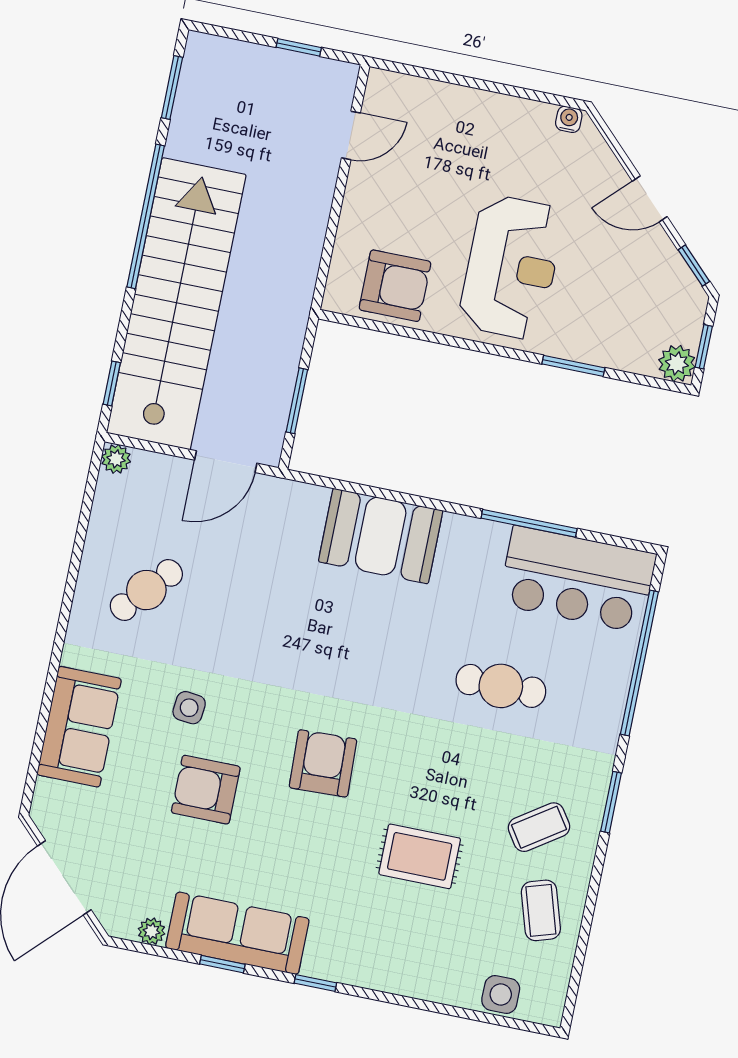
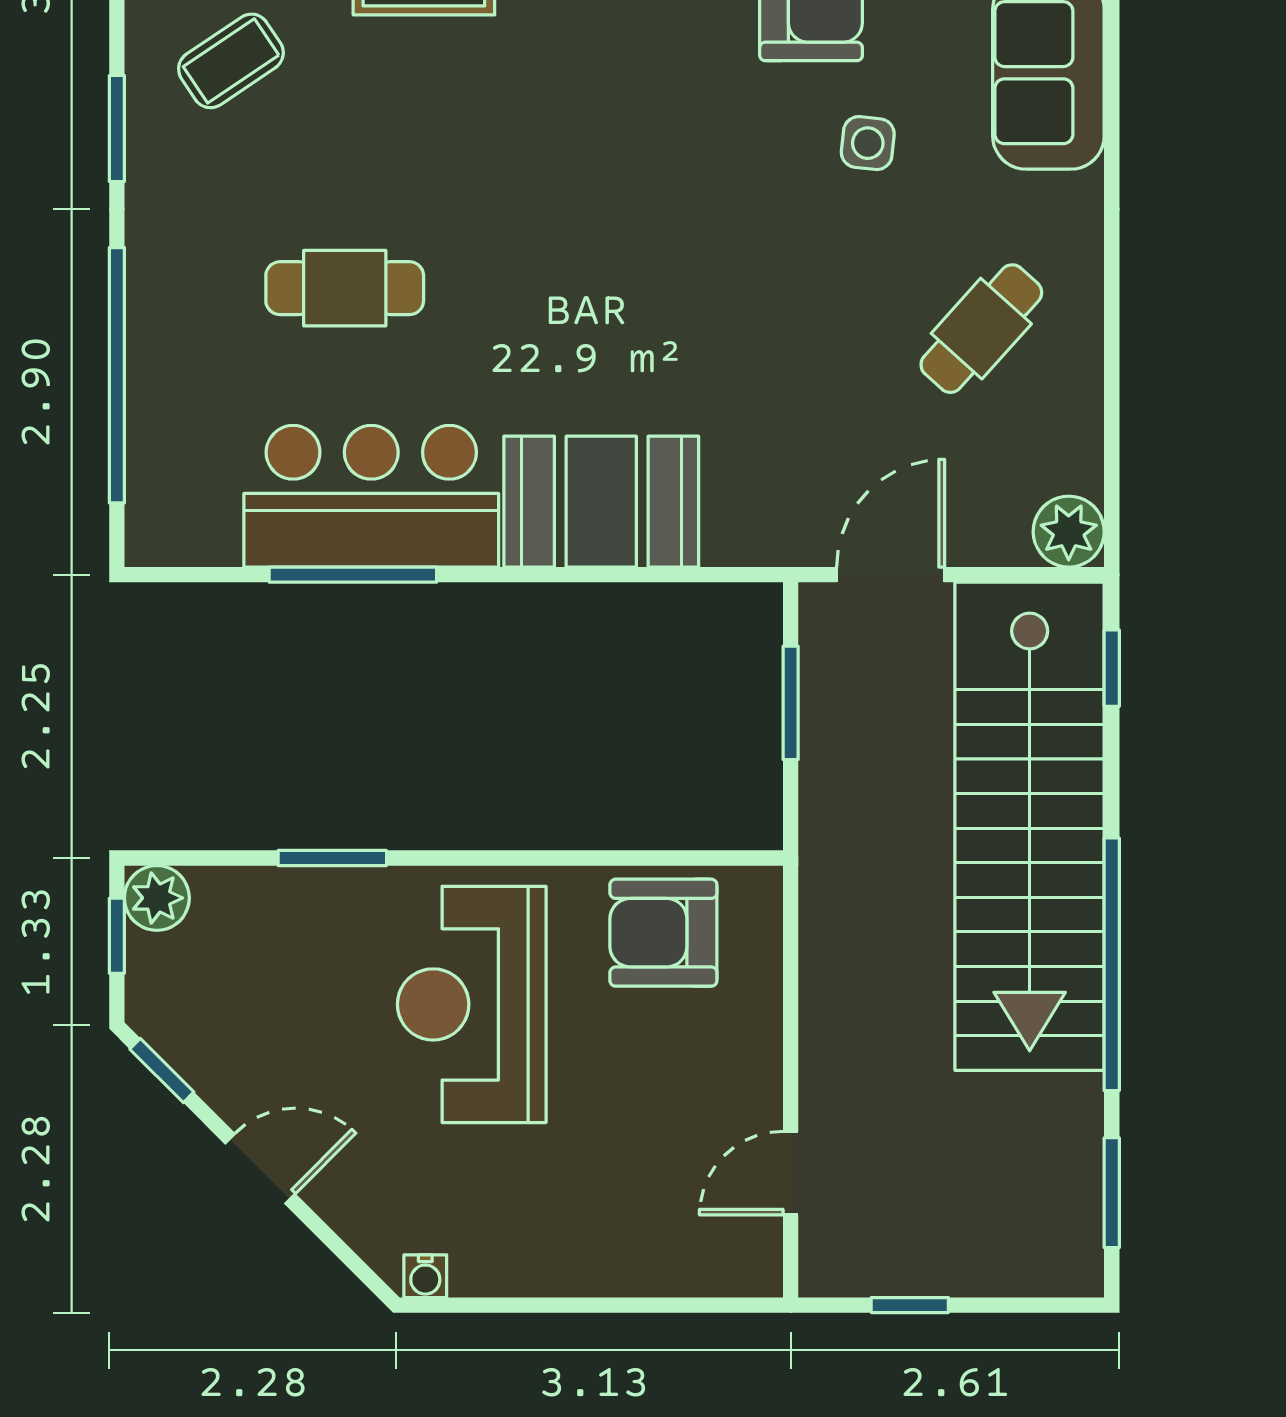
plant: (116, 459) -> (1069, 532), width x1.38, depth x1.38
bar counter: (577, 579) -> (371, 496), moved
armchair: (323, 763) -> (621, 95), removed

